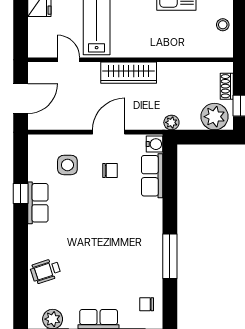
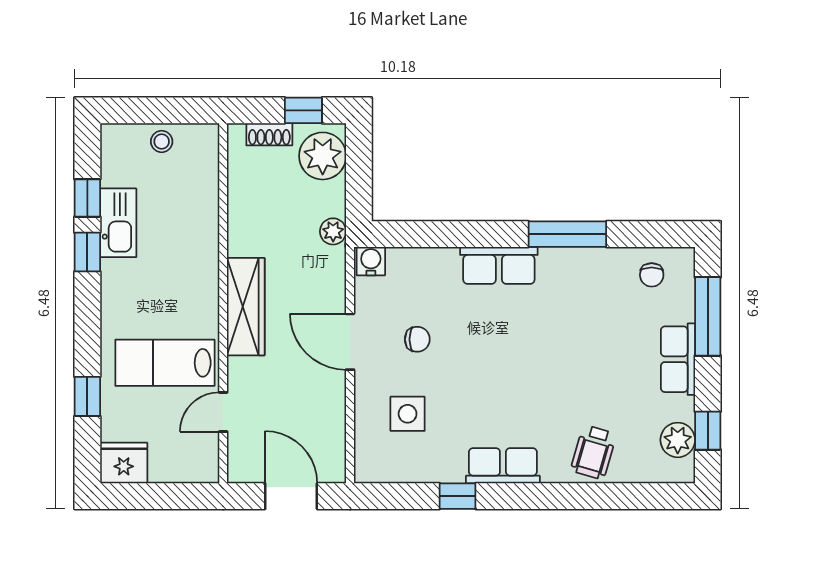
chair: (110, 171) -> (417, 339), turned 90
row of seats: (152, 176) -> (499, 265), moved
row of seats: (38, 203) -> (503, 466), moved
wheelchair: (46, 271) -> (593, 452), turned 34

